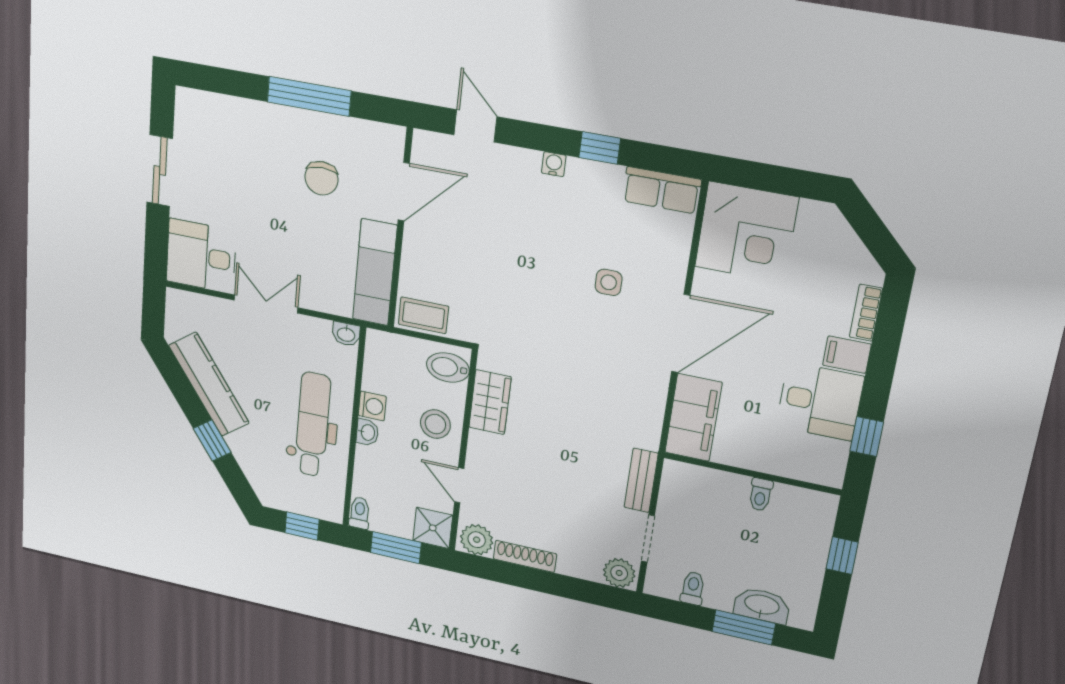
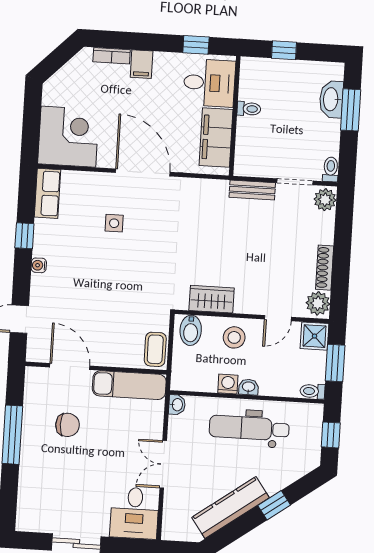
desk: (820, 401) -> (209, 83), moved, turned 90
filing cabinet: (693, 418) -> (216, 138), moved, turned -90
toilet: (693, 588) -> (331, 169), moved, turned 90

